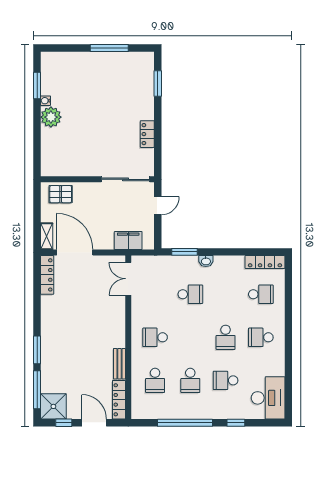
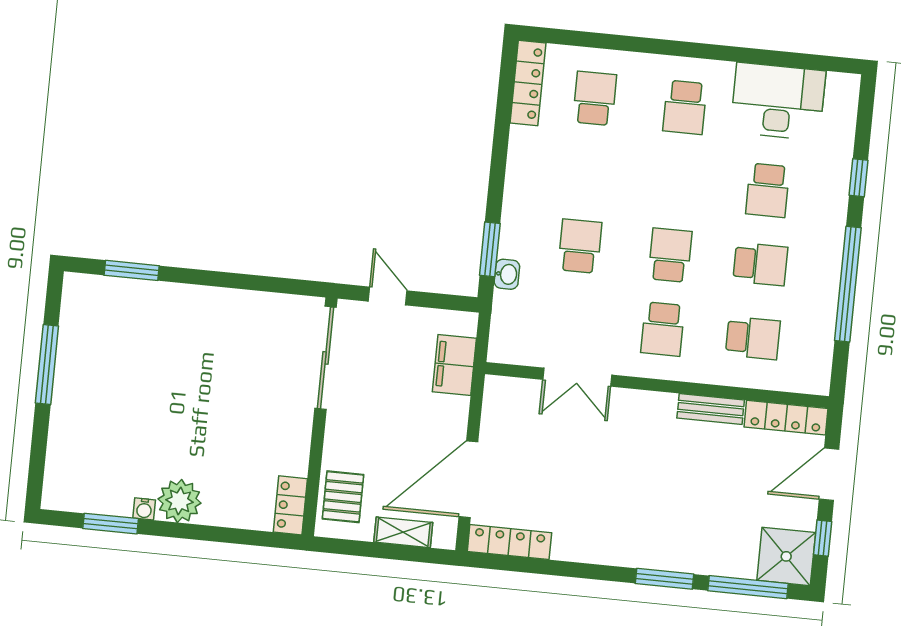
locker: (147, 134) -> (290, 505), moved, turned 90
shelving: (47, 236) -> (403, 532), moved
washbasin: (206, 261) -> (507, 274), moved
double door: (128, 279) -> (577, 377), moved
school desk: (226, 337) -> (670, 255), moved, turned -90
desk: (268, 398) -> (778, 101), moved

